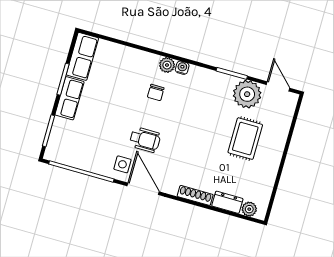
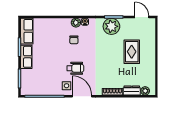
plant: (247, 94) -> (111, 26), moved

